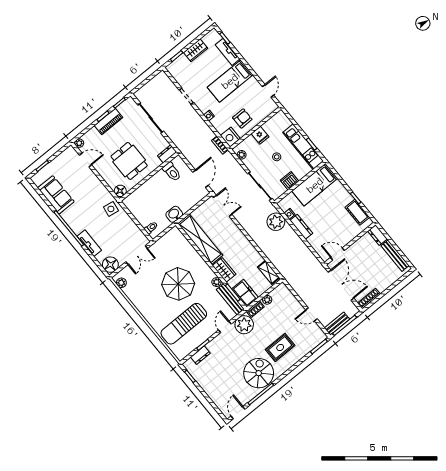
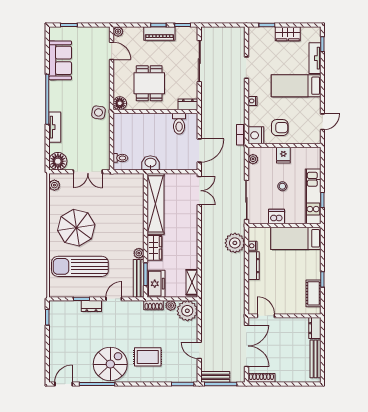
parasol: (178, 284) -> (76, 228), moved
plant: (244, 325) -> (187, 311), moved
dresser: (200, 355) -> (91, 306), moved

